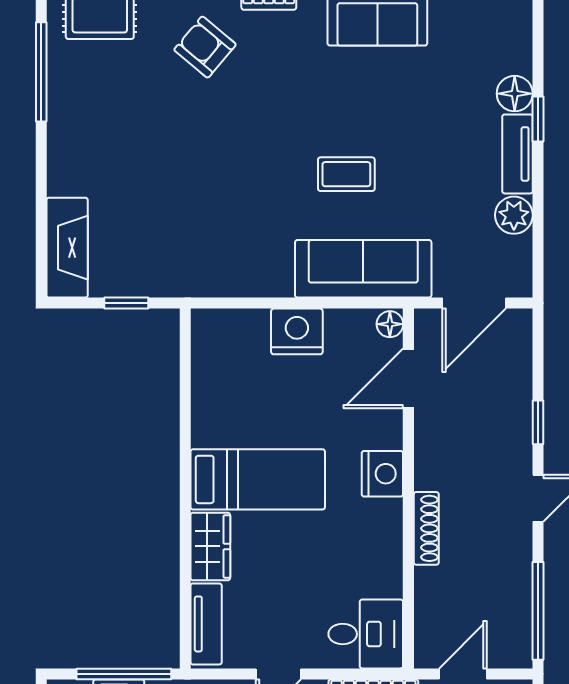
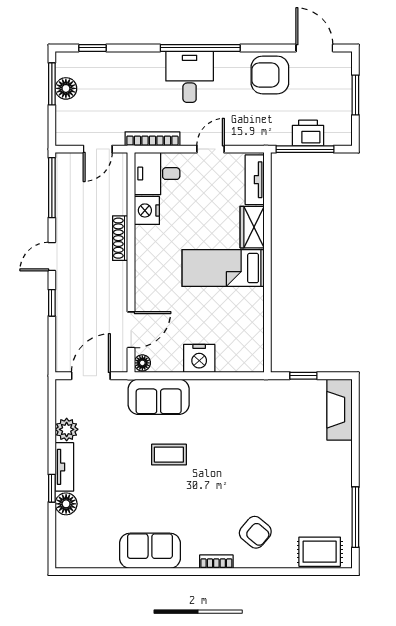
sofa: (363, 269) -> (159, 397), width x0.73
nightstand: (382, 474) -> (147, 210), moved

